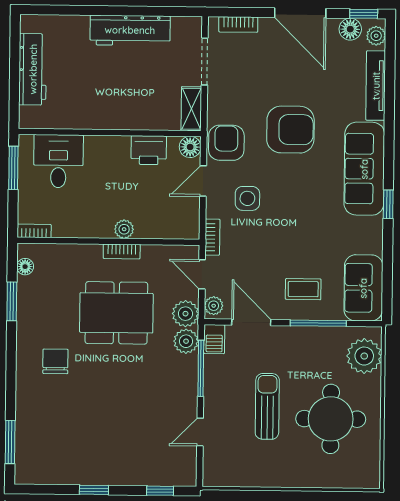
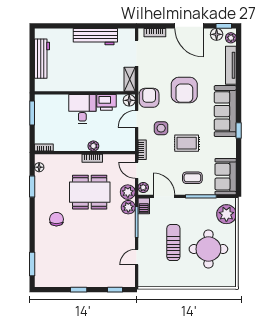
armchair: (290, 130) -> (184, 90), turned 90
desk: (58, 161) -> (82, 109), moved
rug: (294, 226) -> (187, 143), added

